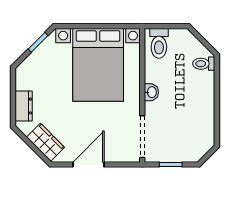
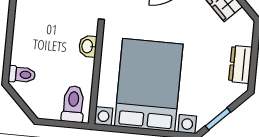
dresser: (24, 106) -> (240, 64), moved

